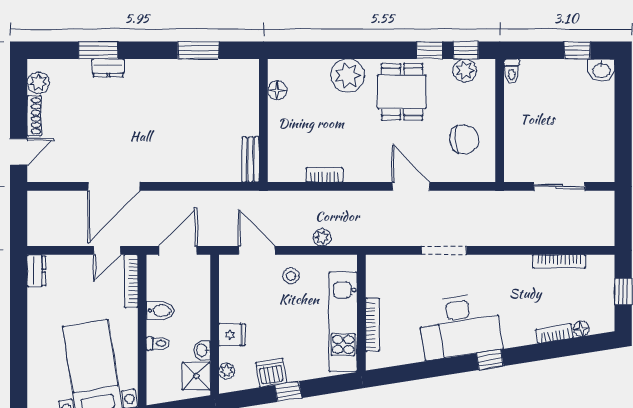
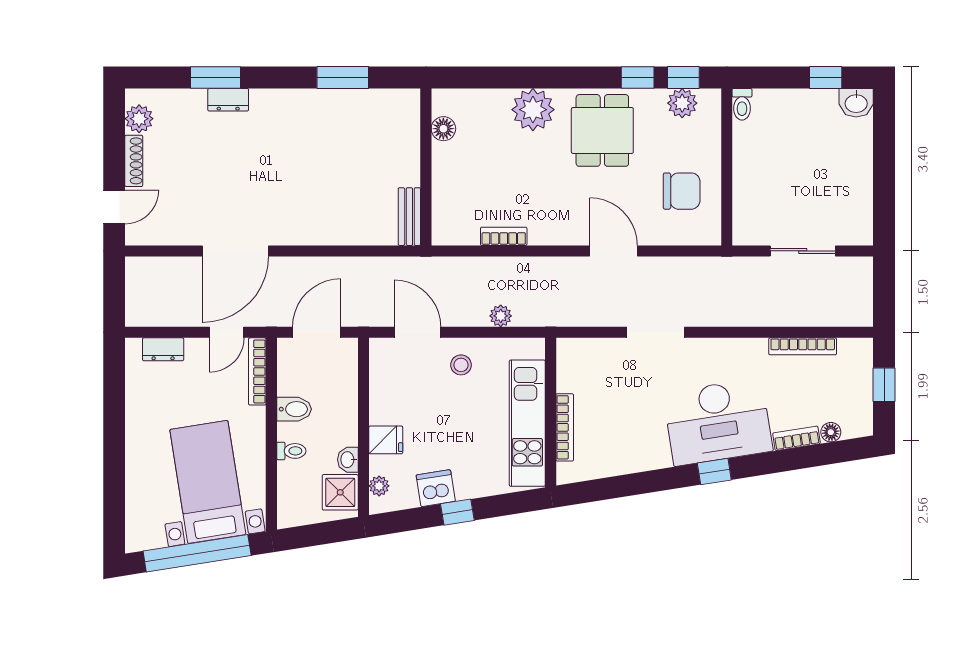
dresser: (36, 271) -> (163, 349), moved, turned 90
desk: (460, 326) -> (718, 422), moved

